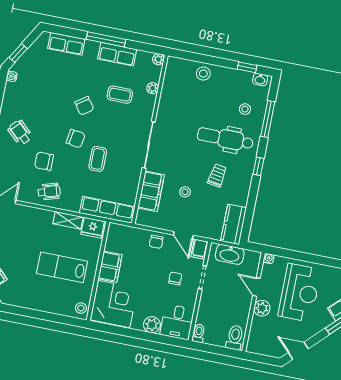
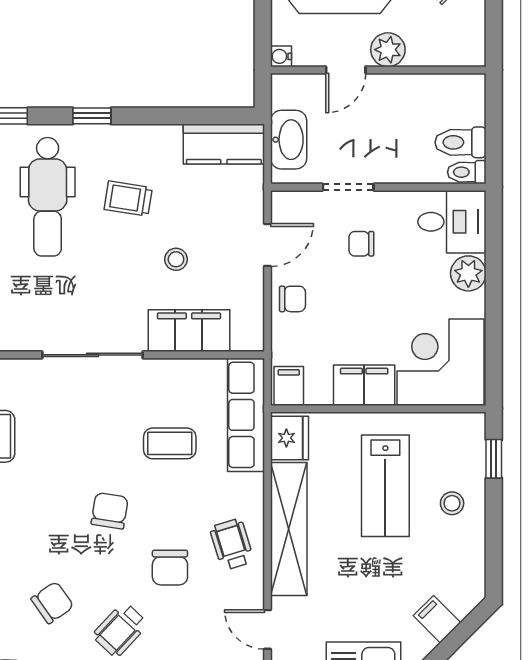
chair: (84, 106) -> (52, 603), moved
coffee table: (98, 159) -> (170, 443), moved
shelving: (68, 220) -> (289, 529), width x2.20, depth x1.33
filing cabinet: (199, 249) -> (289, 386), moved, turned -90
stool: (81, 308) -> (452, 503), moved
window: (65, 320) -> (494, 459), added
toilet: (235, 337) -> (460, 142), moved

